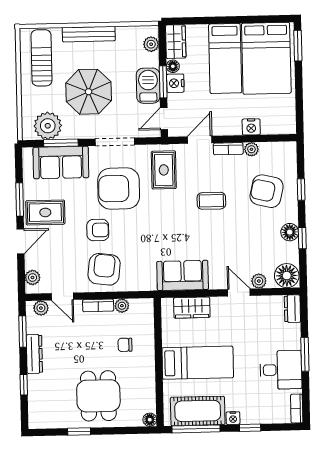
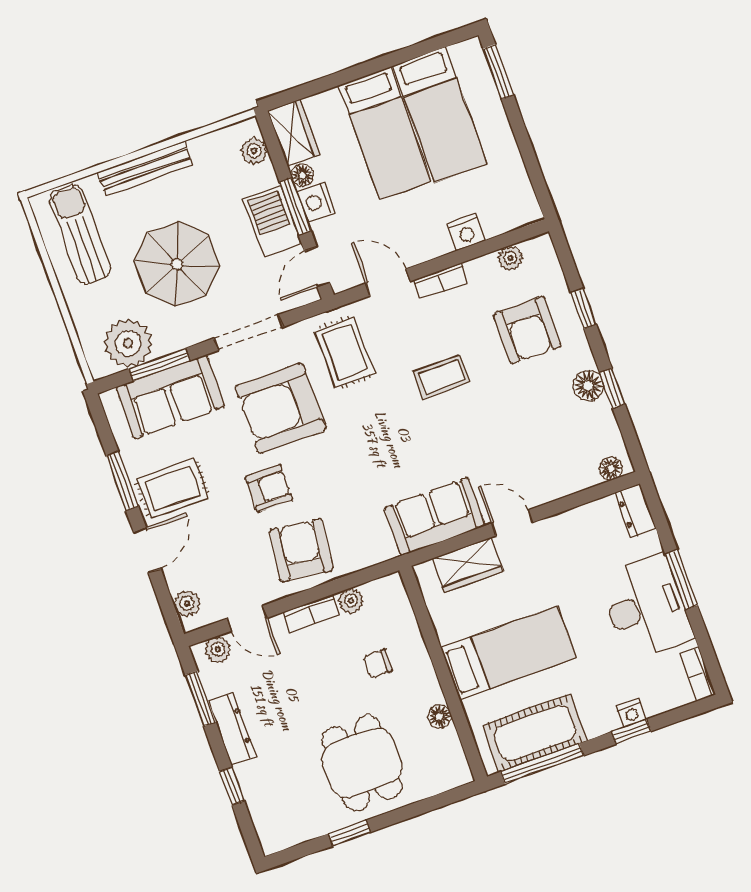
bed: (266, 58) -> (440, 115), width x0.67
door: (200, 140) -> (388, 282), hinge flipped
plant: (251, 149) -> (510, 258), moved
armchair: (267, 191) -> (527, 330), turned -103
floor lamp: (287, 276) -> (611, 469), width x0.53, depth x0.53
plant: (259, 281) -> (564, 484), removed
door: (239, 292) -> (512, 523), moved
desk: (281, 370) -> (646, 607), width x1.37
nightstand: (233, 418) -> (631, 713), moved
floor lamp: (150, 420) -> (439, 716), moved

